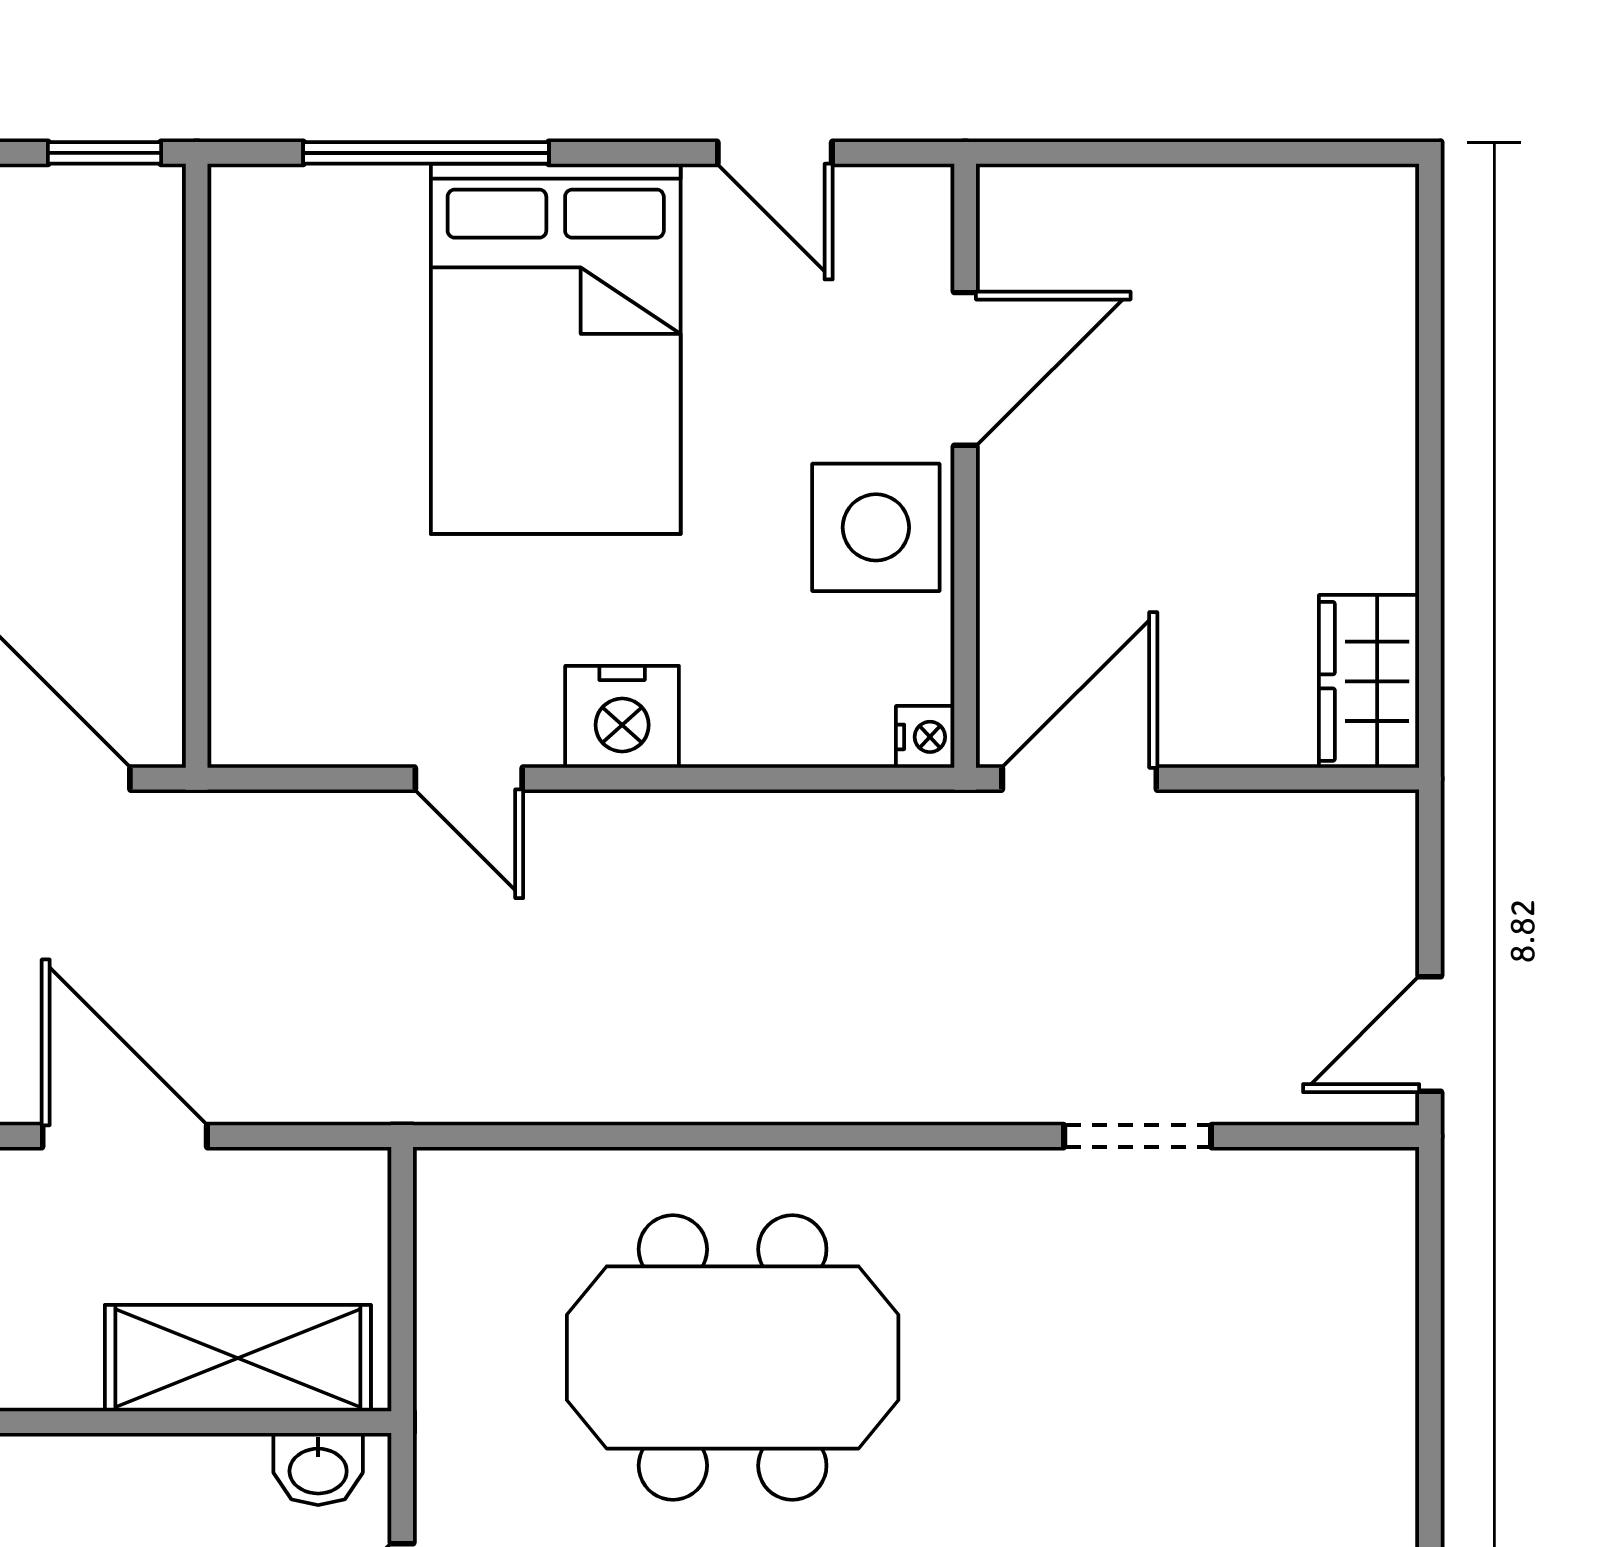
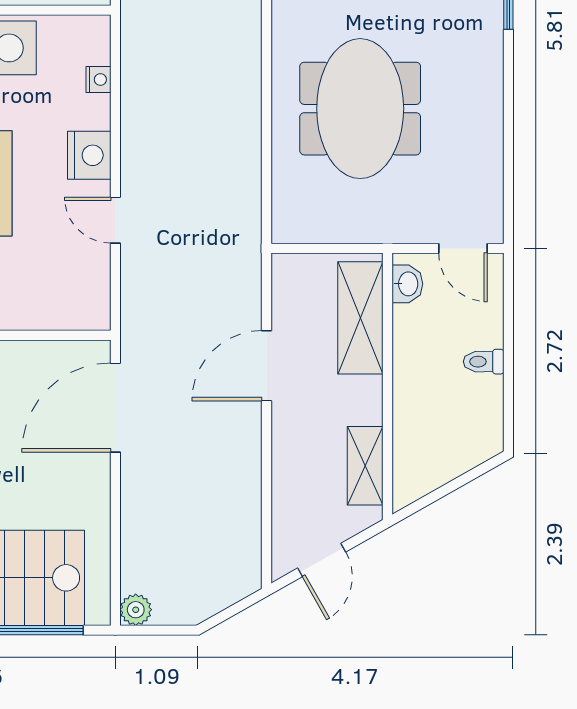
nightstand: (925, 737) -> (98, 80), moved, turned 90
door: (469, 779) -> (115, 220), swing flipped

